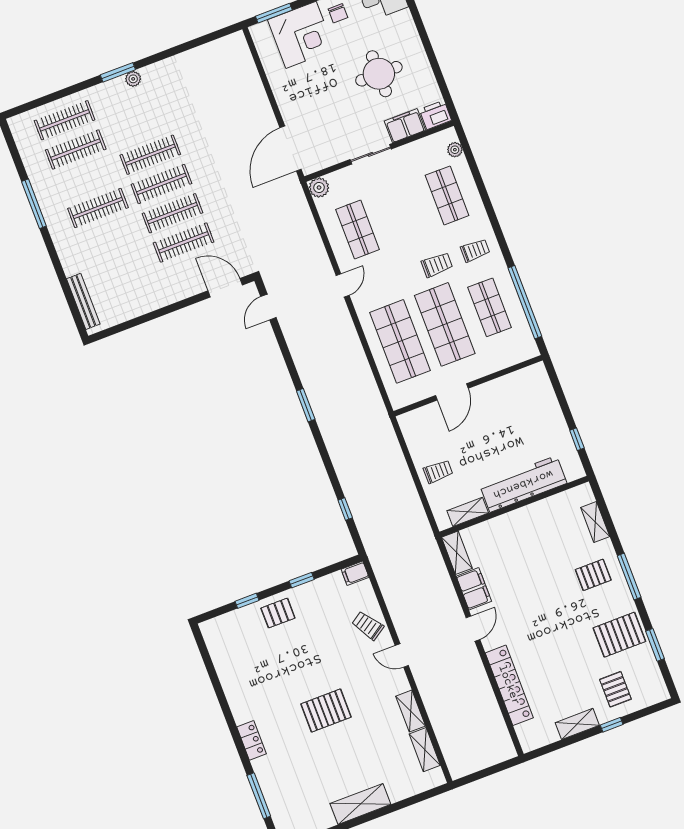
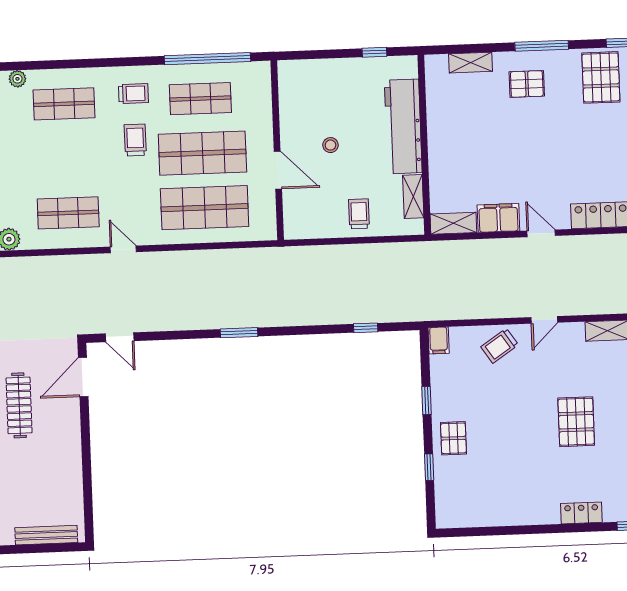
trolley: (475, 250) -> (133, 94), turned 90
stool: (487, 429) -> (330, 145), added
pallet: (593, 575) -> (527, 84), turned 90

